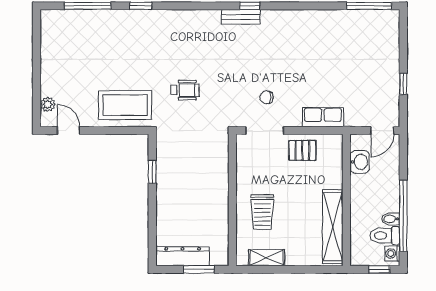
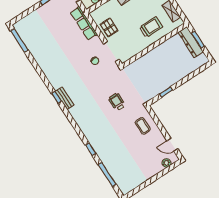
coffee table: (125, 105) -> (143, 126), width x0.54, depth x0.58
row of seats: (323, 117) -> (84, 23), width x1.48
door: (69, 130) -> (172, 145), hinge flipped
dresser: (183, 256) -> (191, 42), moved

